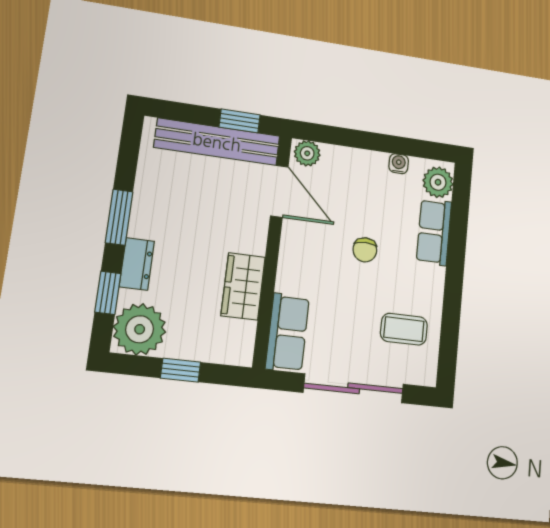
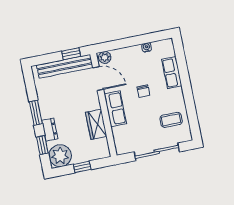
plant: (438, 182) -> (167, 49), removed
row of seats: (287, 333) -> (115, 109), moved

